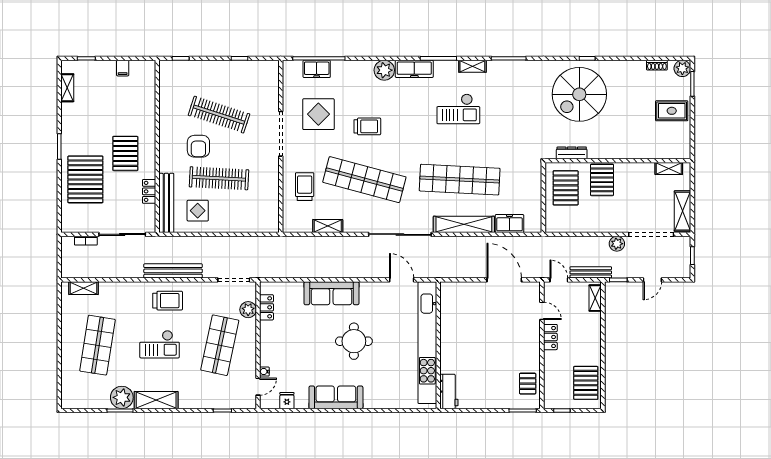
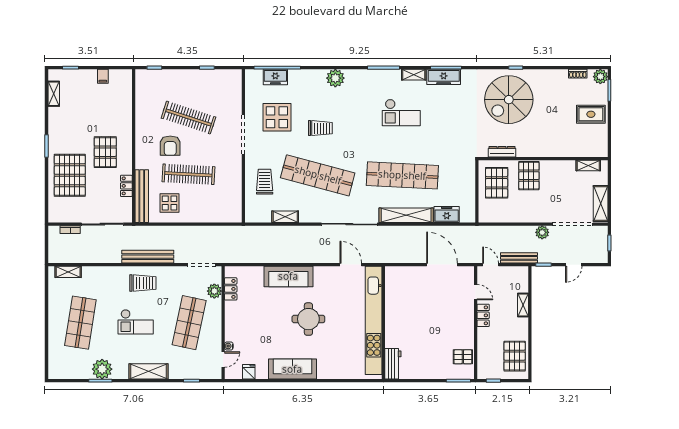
freezer: (414, 69) -> (444, 77), moved
shelving: (595, 298) -> (523, 305), moved
pallet: (528, 384) -> (463, 357), turned 90
shelving: (156, 400) -> (148, 371), moved

